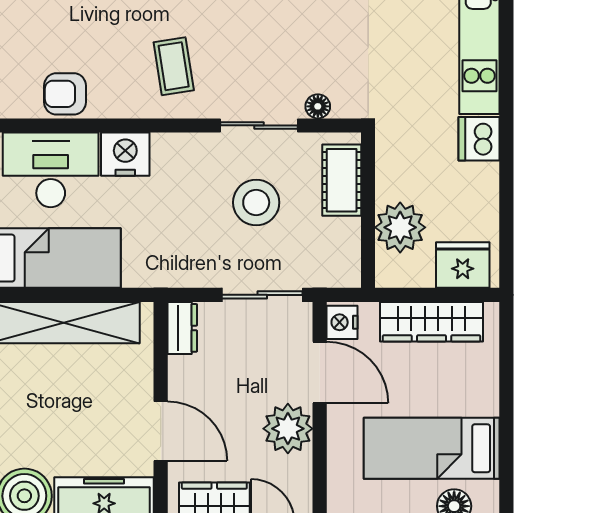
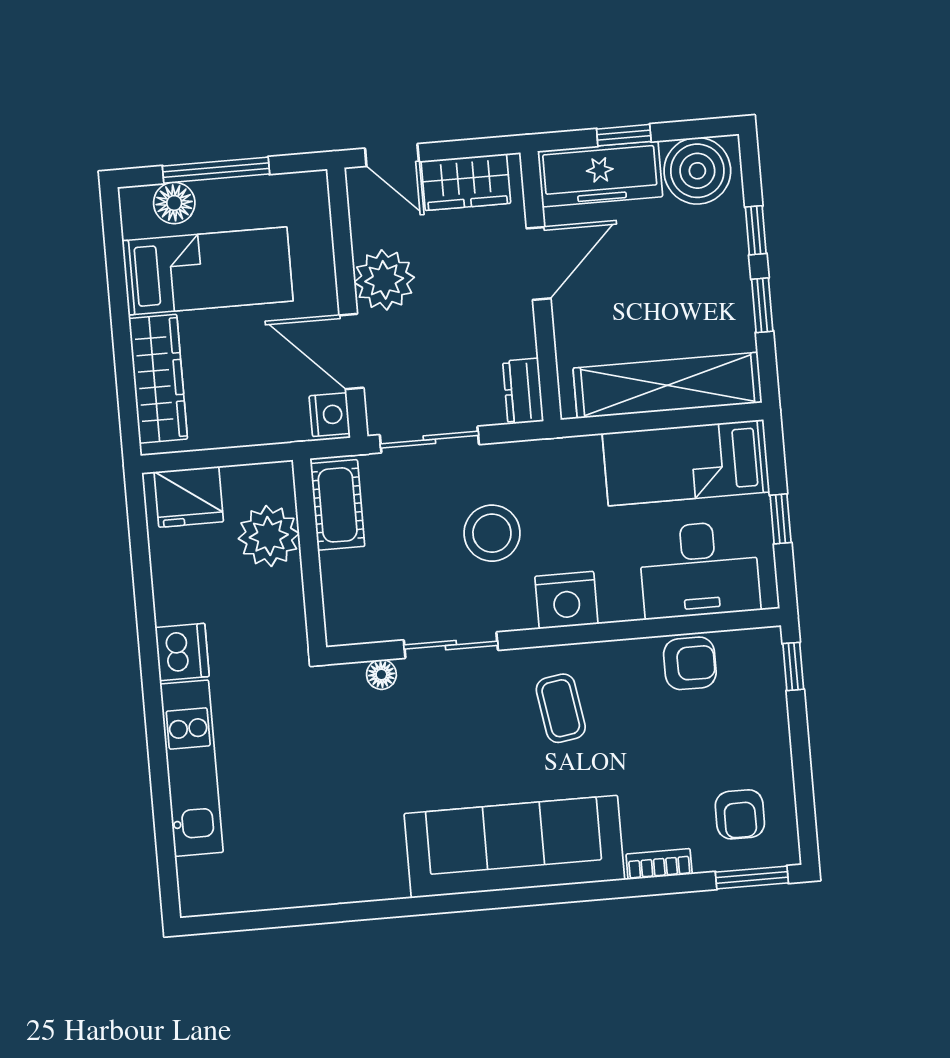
nightstand: (125, 154) -> (566, 600), moved
cot: (342, 180) -> (338, 505), moved
stool: (256, 202) -> (492, 533), moved
wardrobe: (431, 322) -> (158, 379), moved, turned 90
door: (161, 431) -> (539, 263), swing flipped

